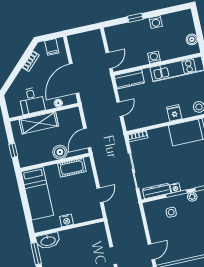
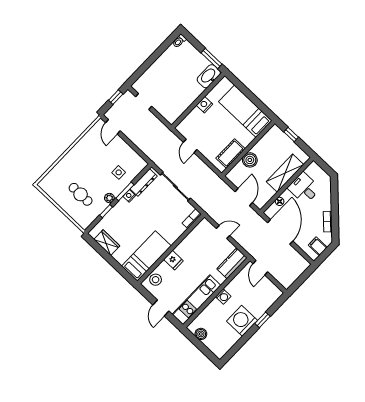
washing machine: (156, 22) -> (242, 321), width x1.89, depth x1.89
door: (120, 109) -> (223, 232), swing flipped
door: (87, 138) -> (244, 197), moved

